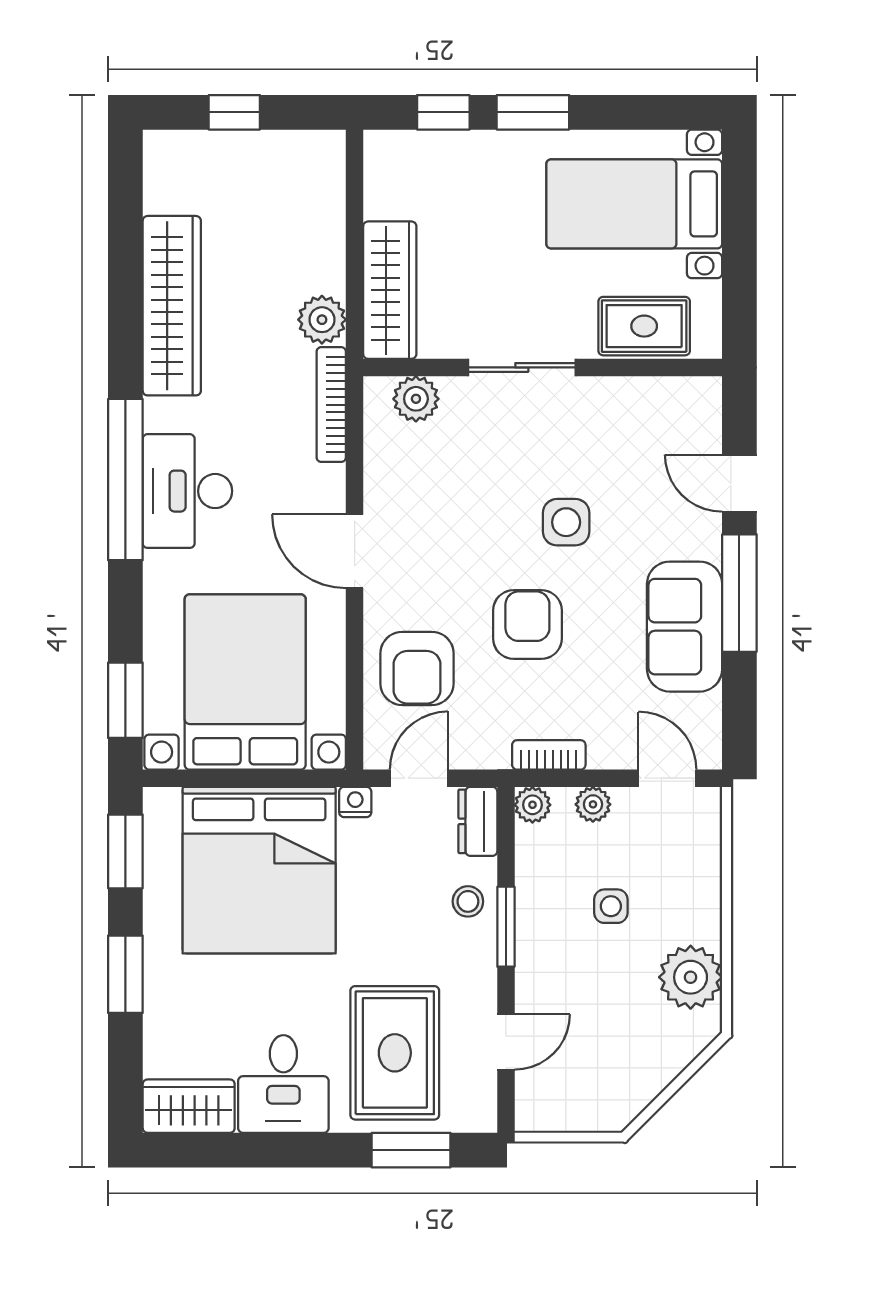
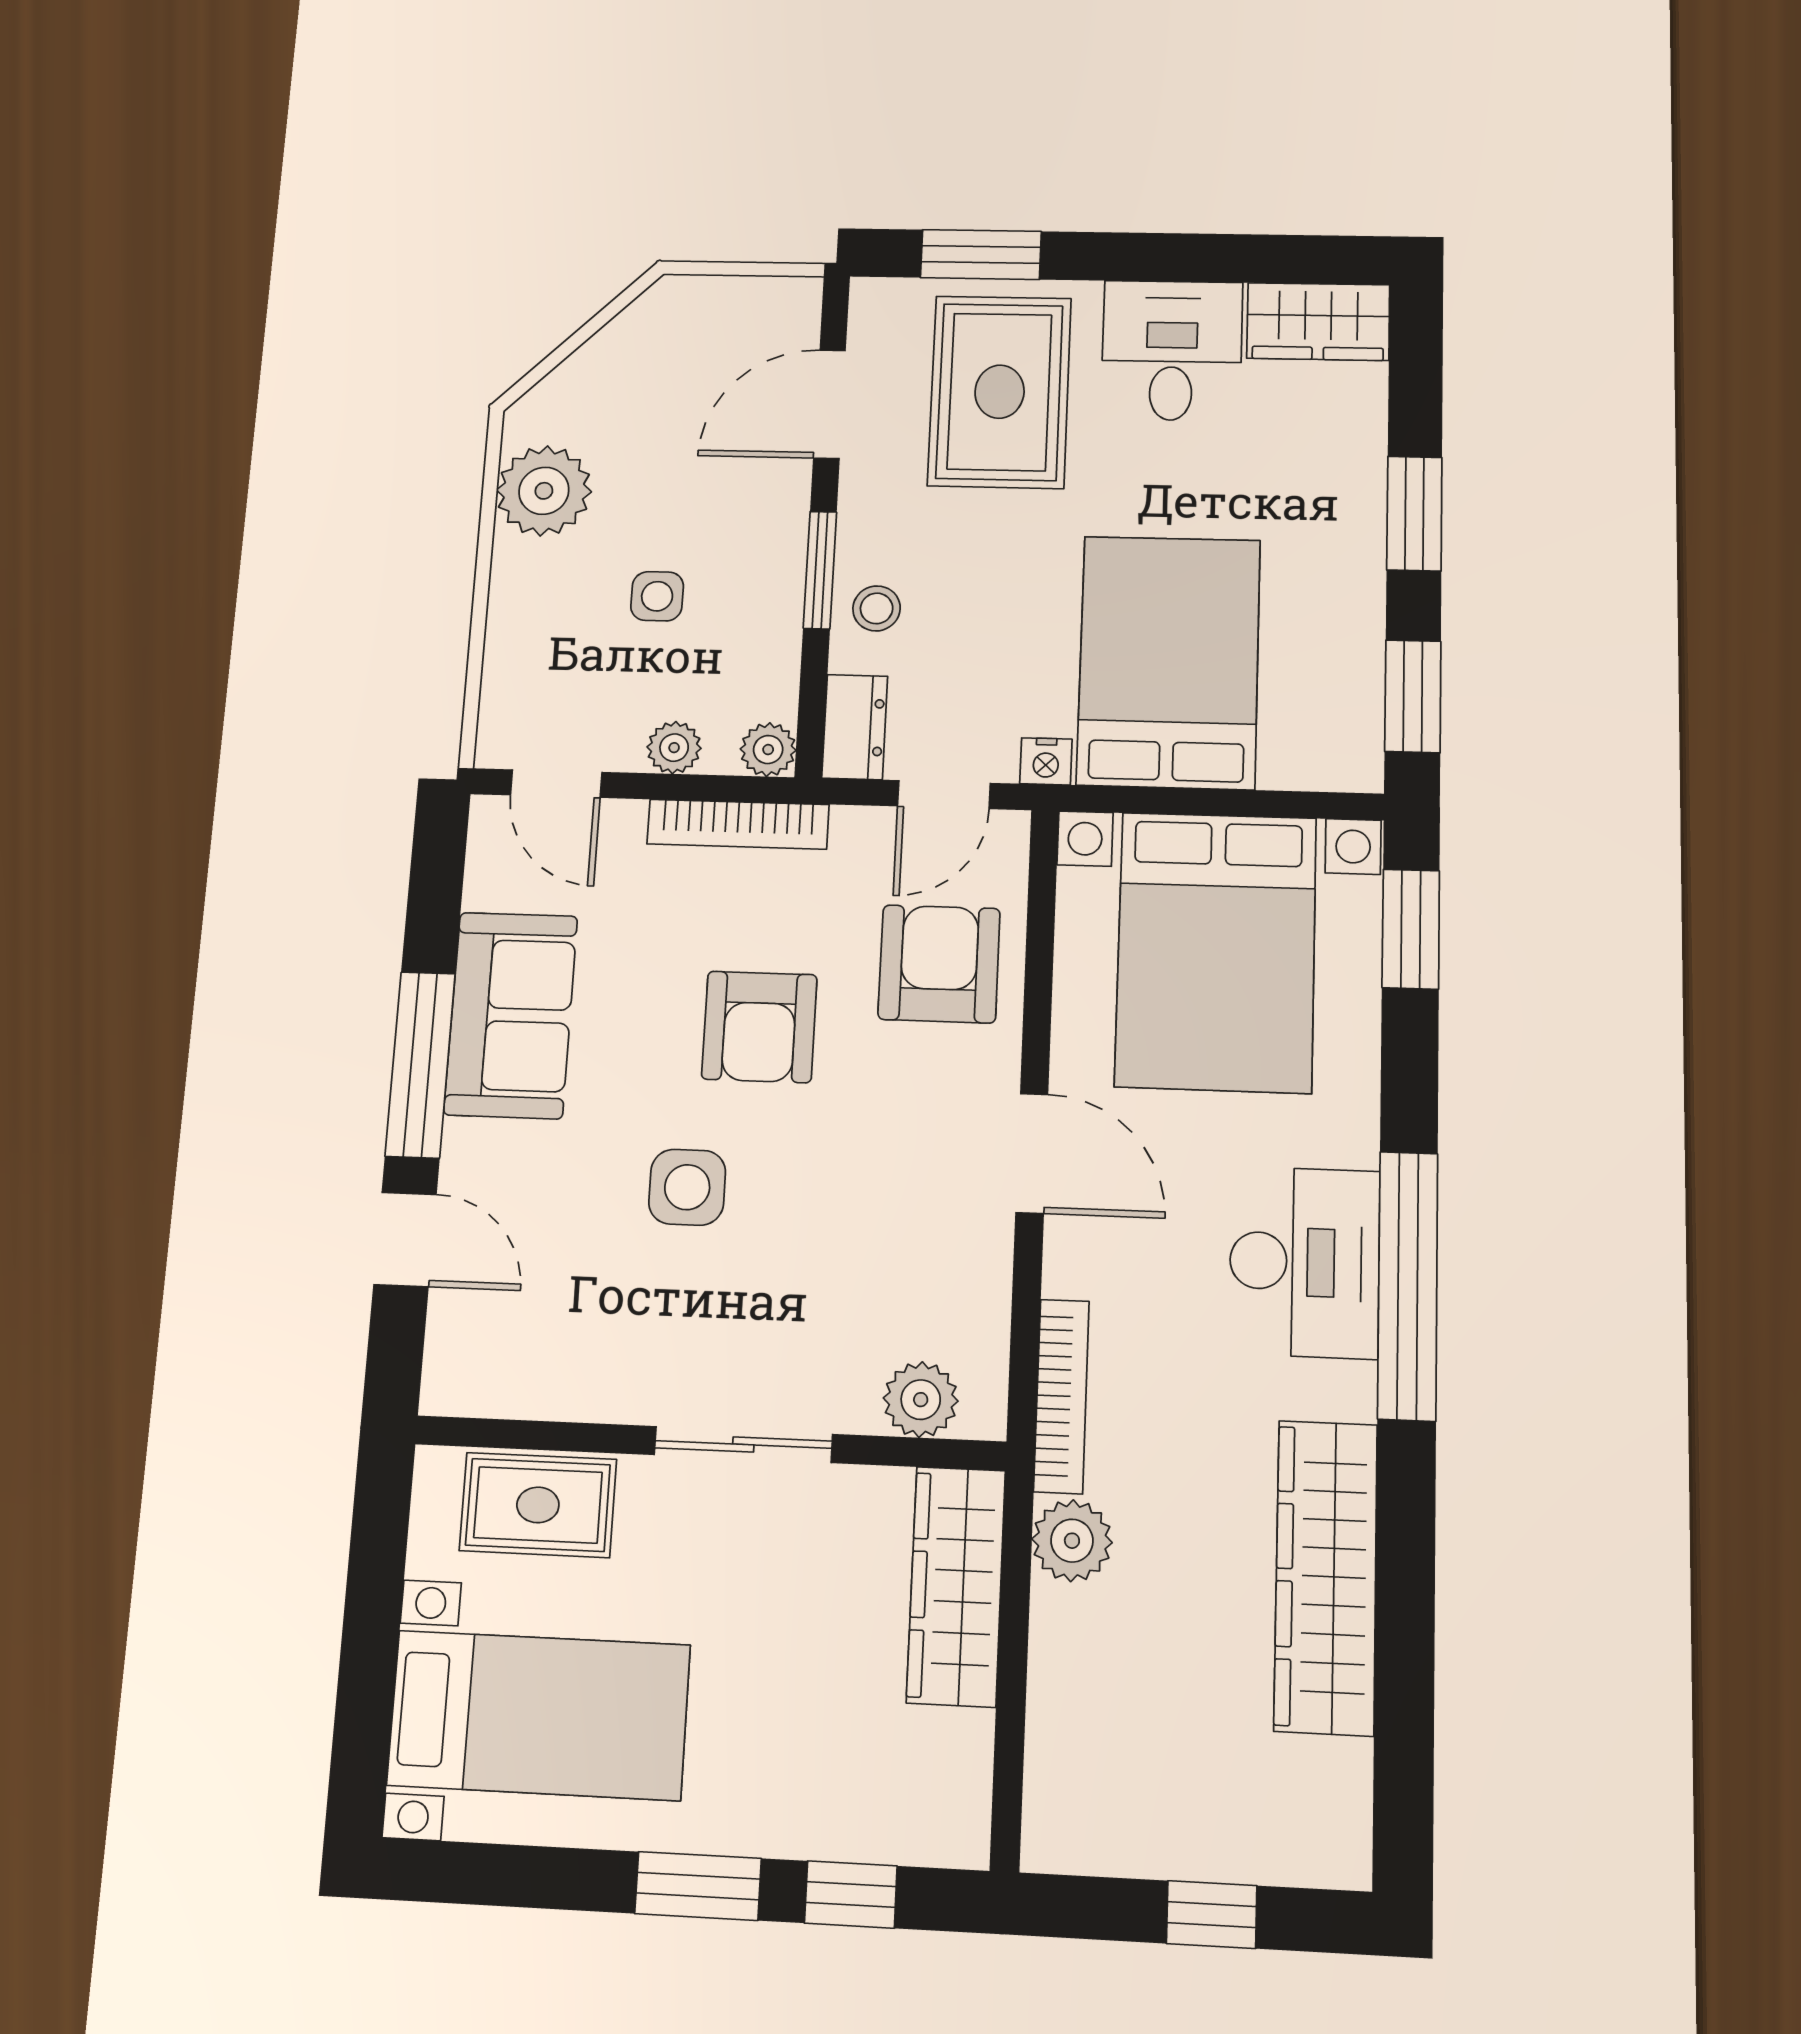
bookcase: (549, 755) -> (738, 824), width x1.56
bed: (259, 870) -> (1169, 662), width x0.73
door: (506, 1042) -> (830, 404), width x1.38

